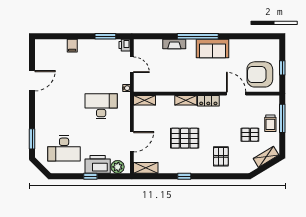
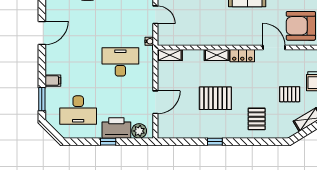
filing cabinet: (42, 123) -> (53, 81), added
shelving: (146, 168) -> (171, 132), removed

